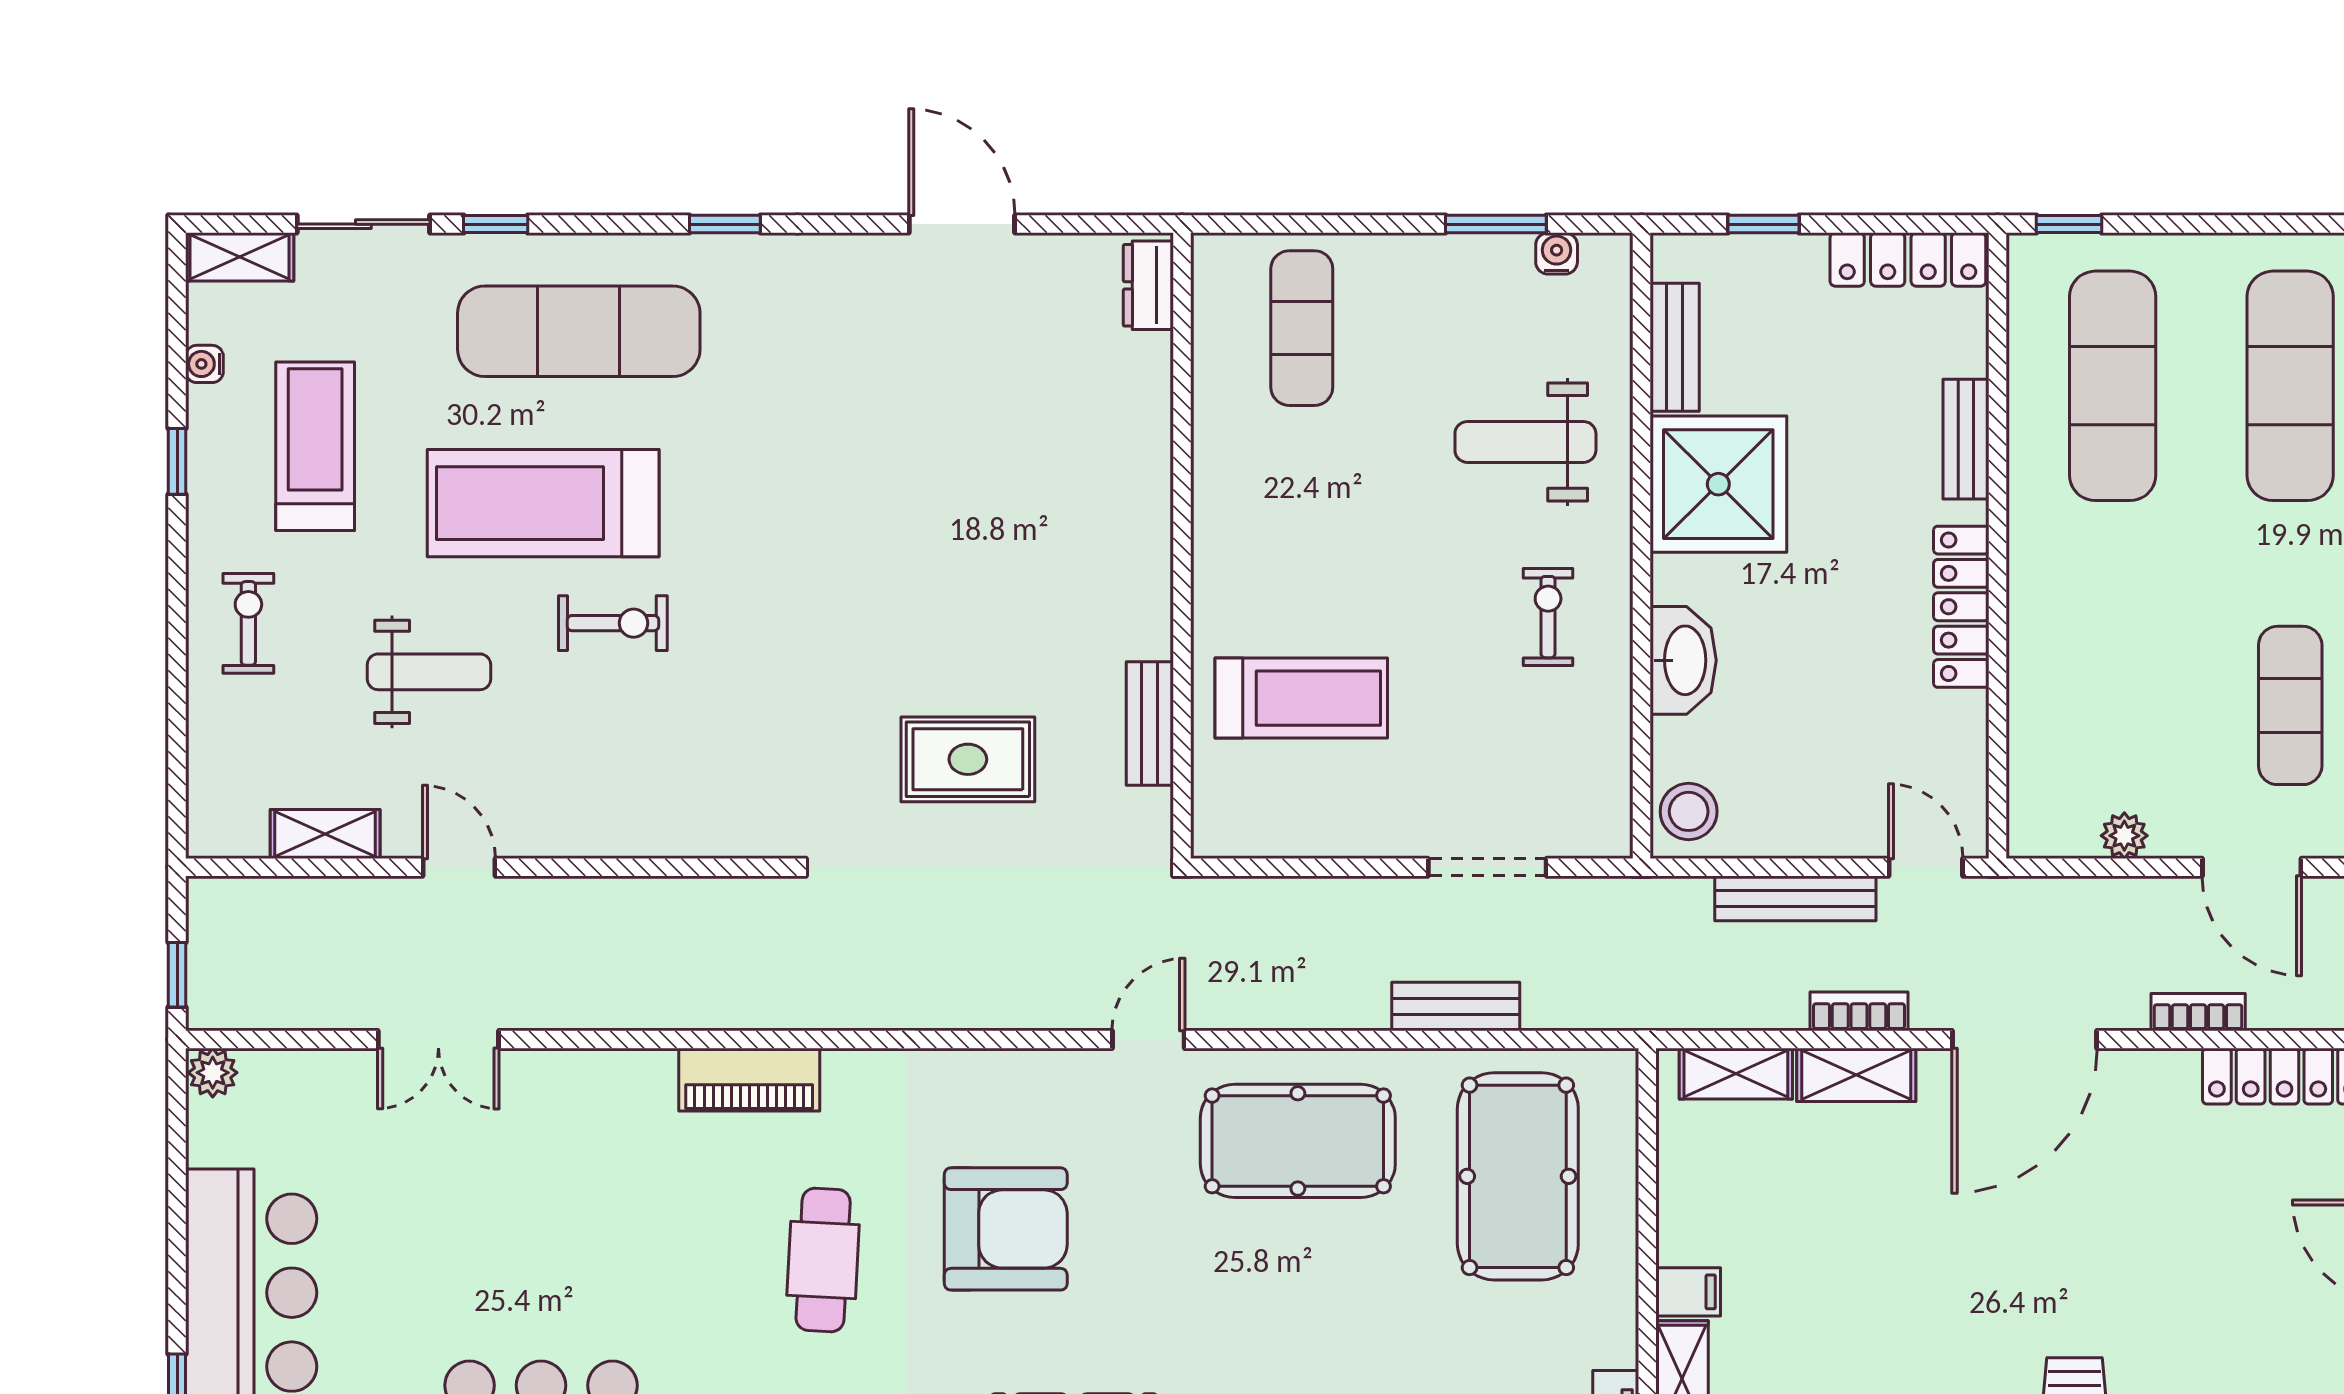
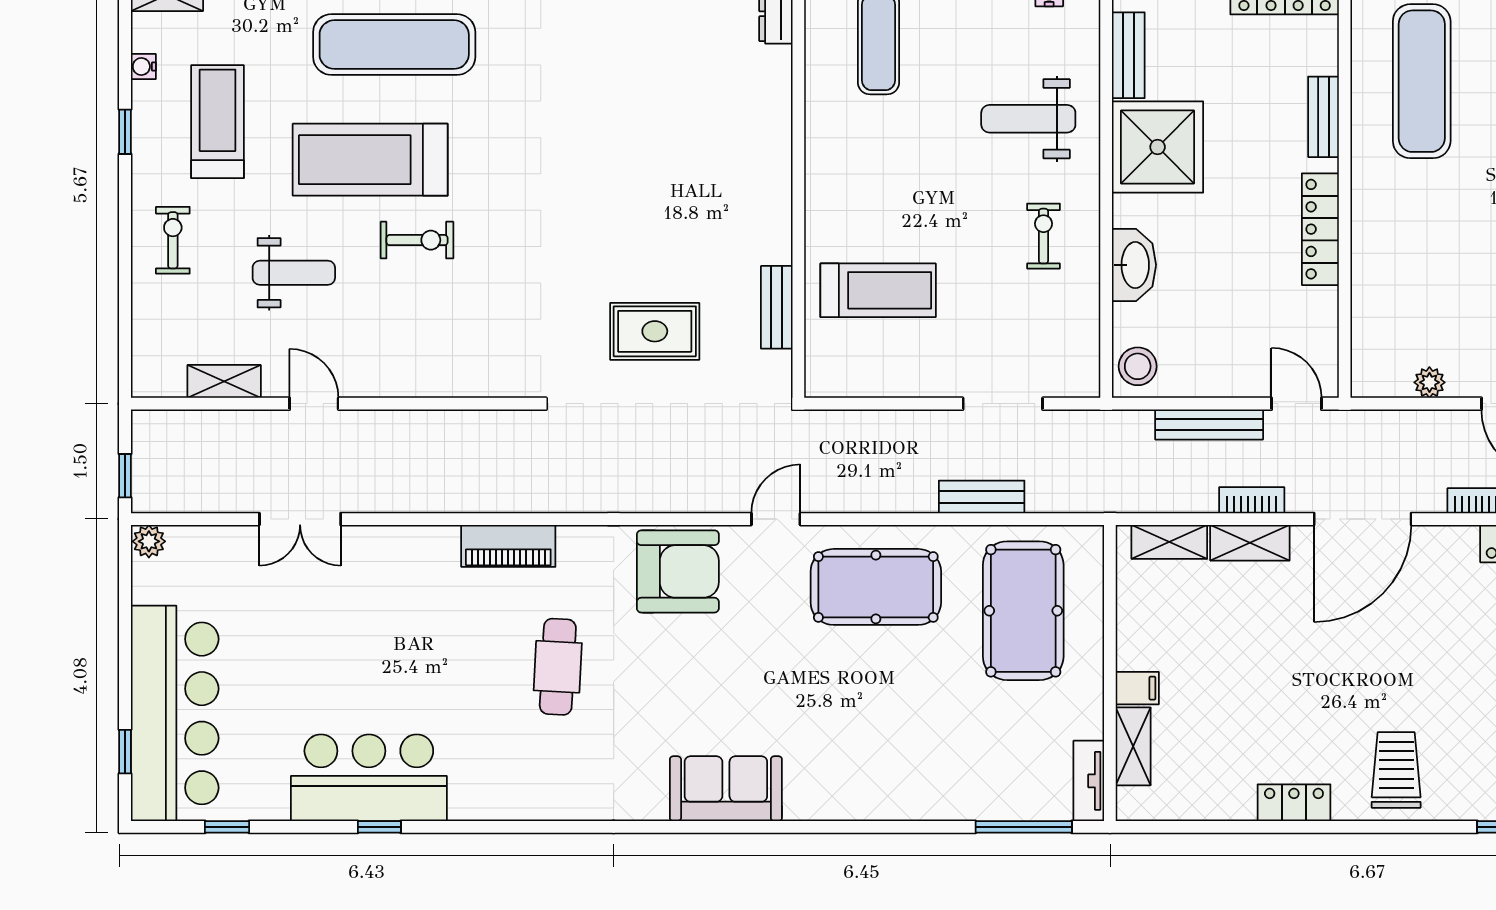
armchair: (1006, 1229) -> (678, 571), moved

